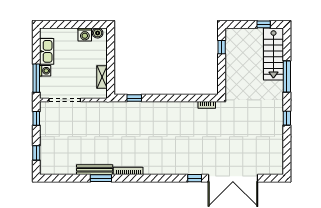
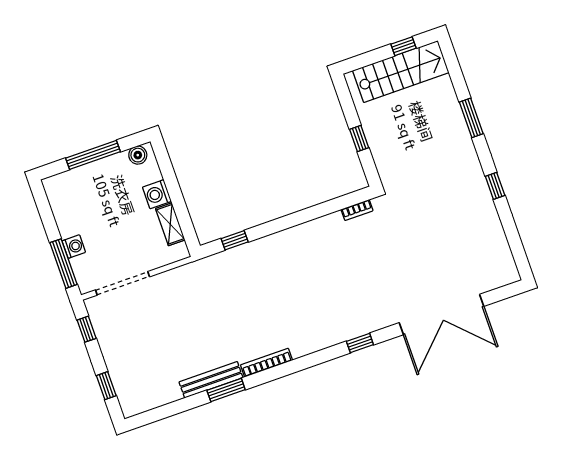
window: (73, 24) -> (93, 155), added
washing machine: (85, 34) -> (157, 194), moved, turned 90
window: (222, 47) -> (359, 139), moved
kitchen sink: (47, 51) -> (65, 214), removed
stairs: (273, 54) -> (401, 72), moved, turned -90
window: (287, 77) -> (471, 118), width x0.69
window: (195, 178) -> (360, 343), moved

